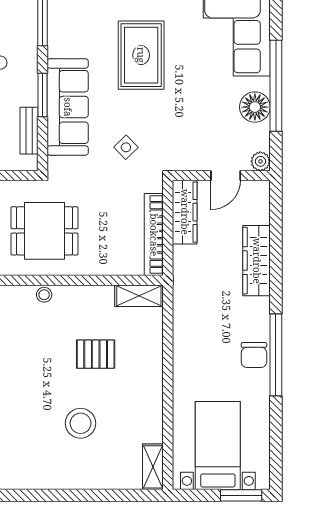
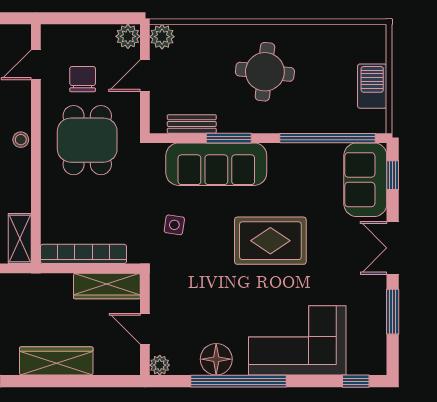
side table: (126, 147) -> (174, 225), turned -38

